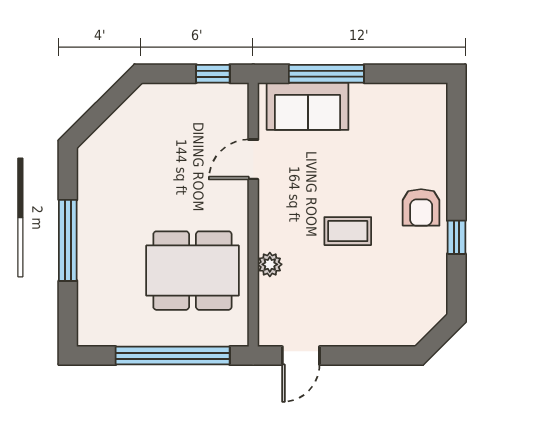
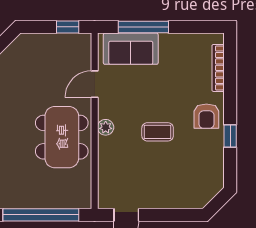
bookcase: (439, 135) -> (218, 68), added
plant: (270, 264) -> (106, 127), moved
dining table: (192, 271) -> (62, 137), moved, turned 90

